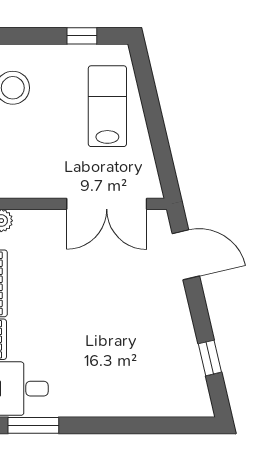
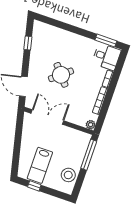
lab bench: (107, 106) -> (40, 165), moved
round table: (109, 311) -> (61, 75), added

